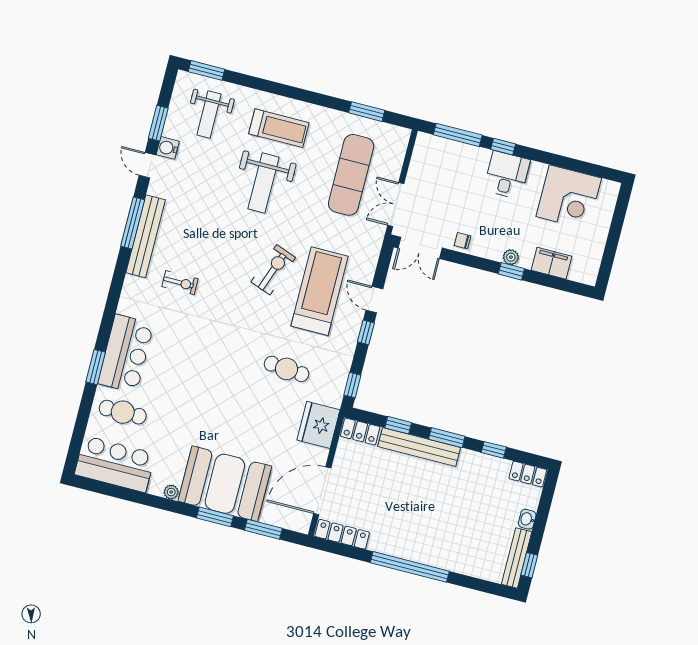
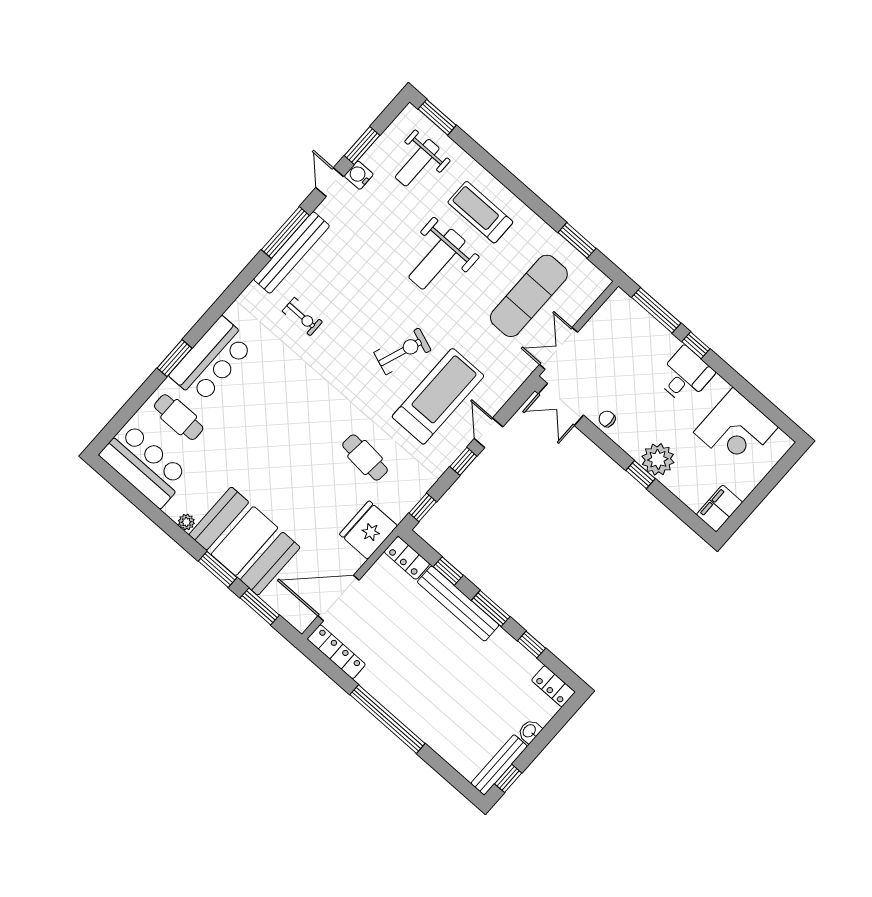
treadmill: (279, 128) -> (480, 212), turned 180
plant: (511, 257) -> (658, 459), width x1.87, depth x1.87
filing cabinet: (552, 263) -> (719, 508), moved, turned -90

